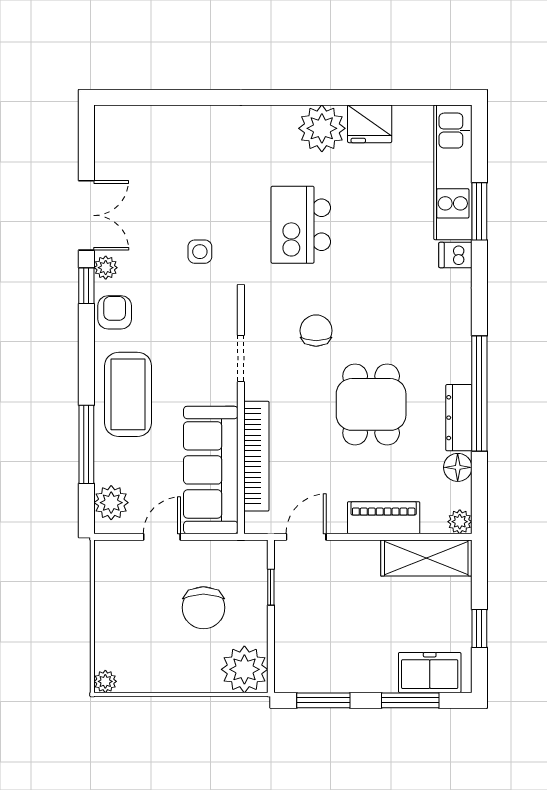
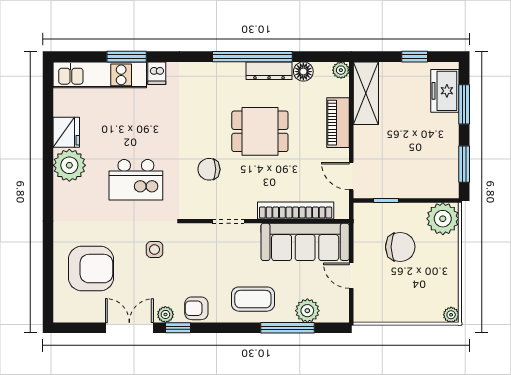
armchair: (172, 160) -> (91, 269), added
coffee table: (128, 394) -> (253, 299), width x0.73, depth x0.76
plant: (111, 503) -> (307, 311), moved

